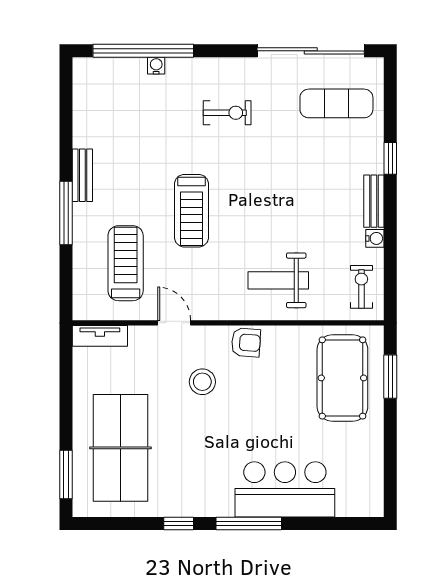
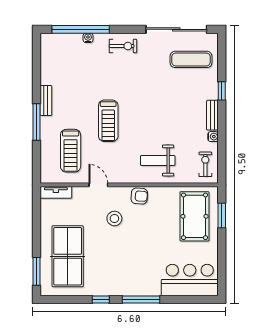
exercise bike: (227, 113) -> (123, 46), moved
treadmill: (126, 263) -> (71, 151), turned 180
bar counter: (285, 489) -> (190, 280), moved

